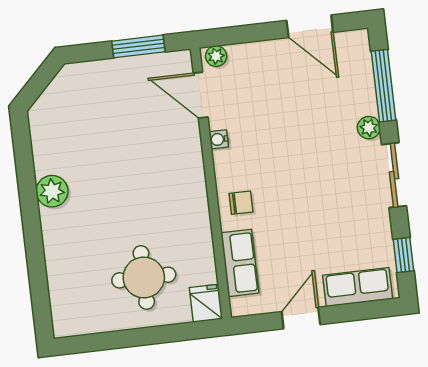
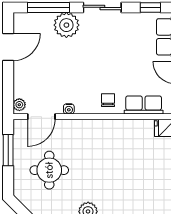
plant: (369, 128) -> (66, 25), width x1.87, depth x1.87
round table: (144, 278) -> (49, 170), moved

